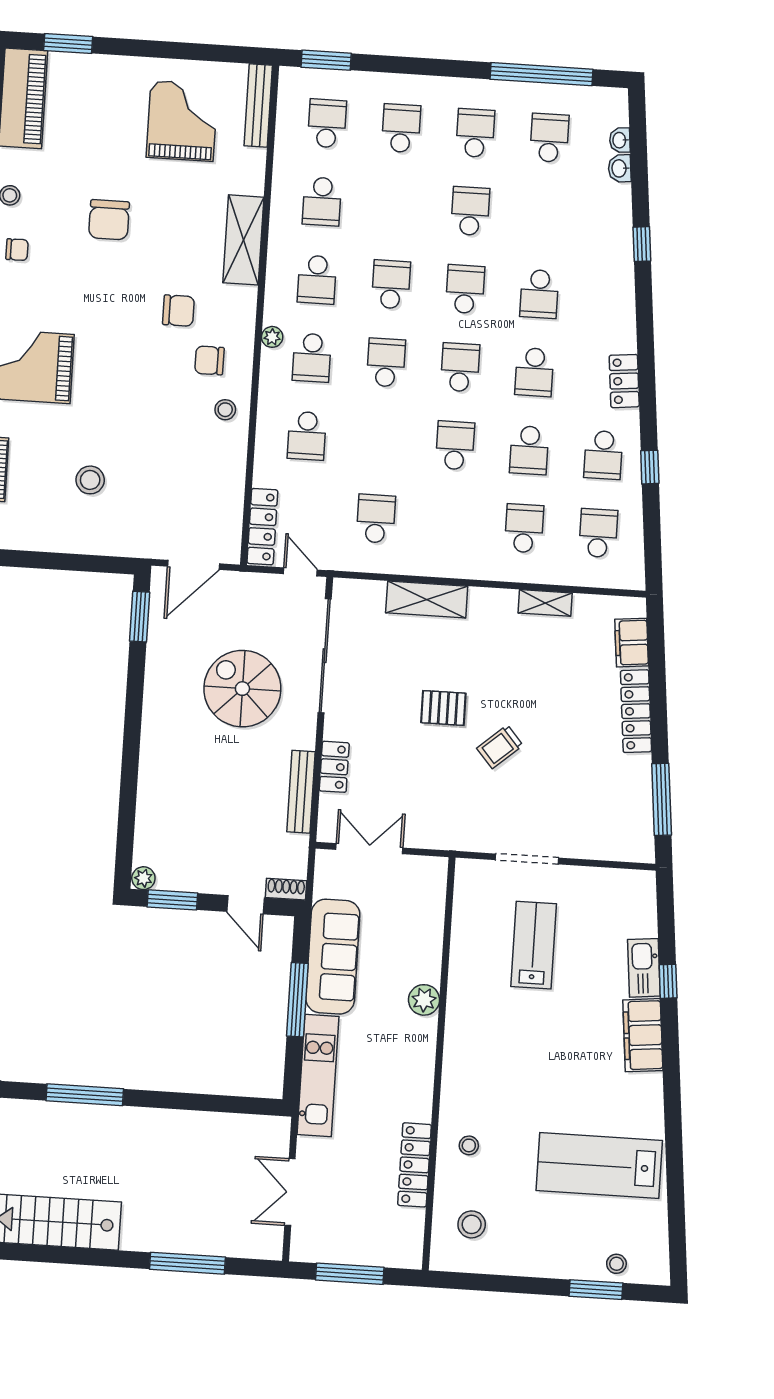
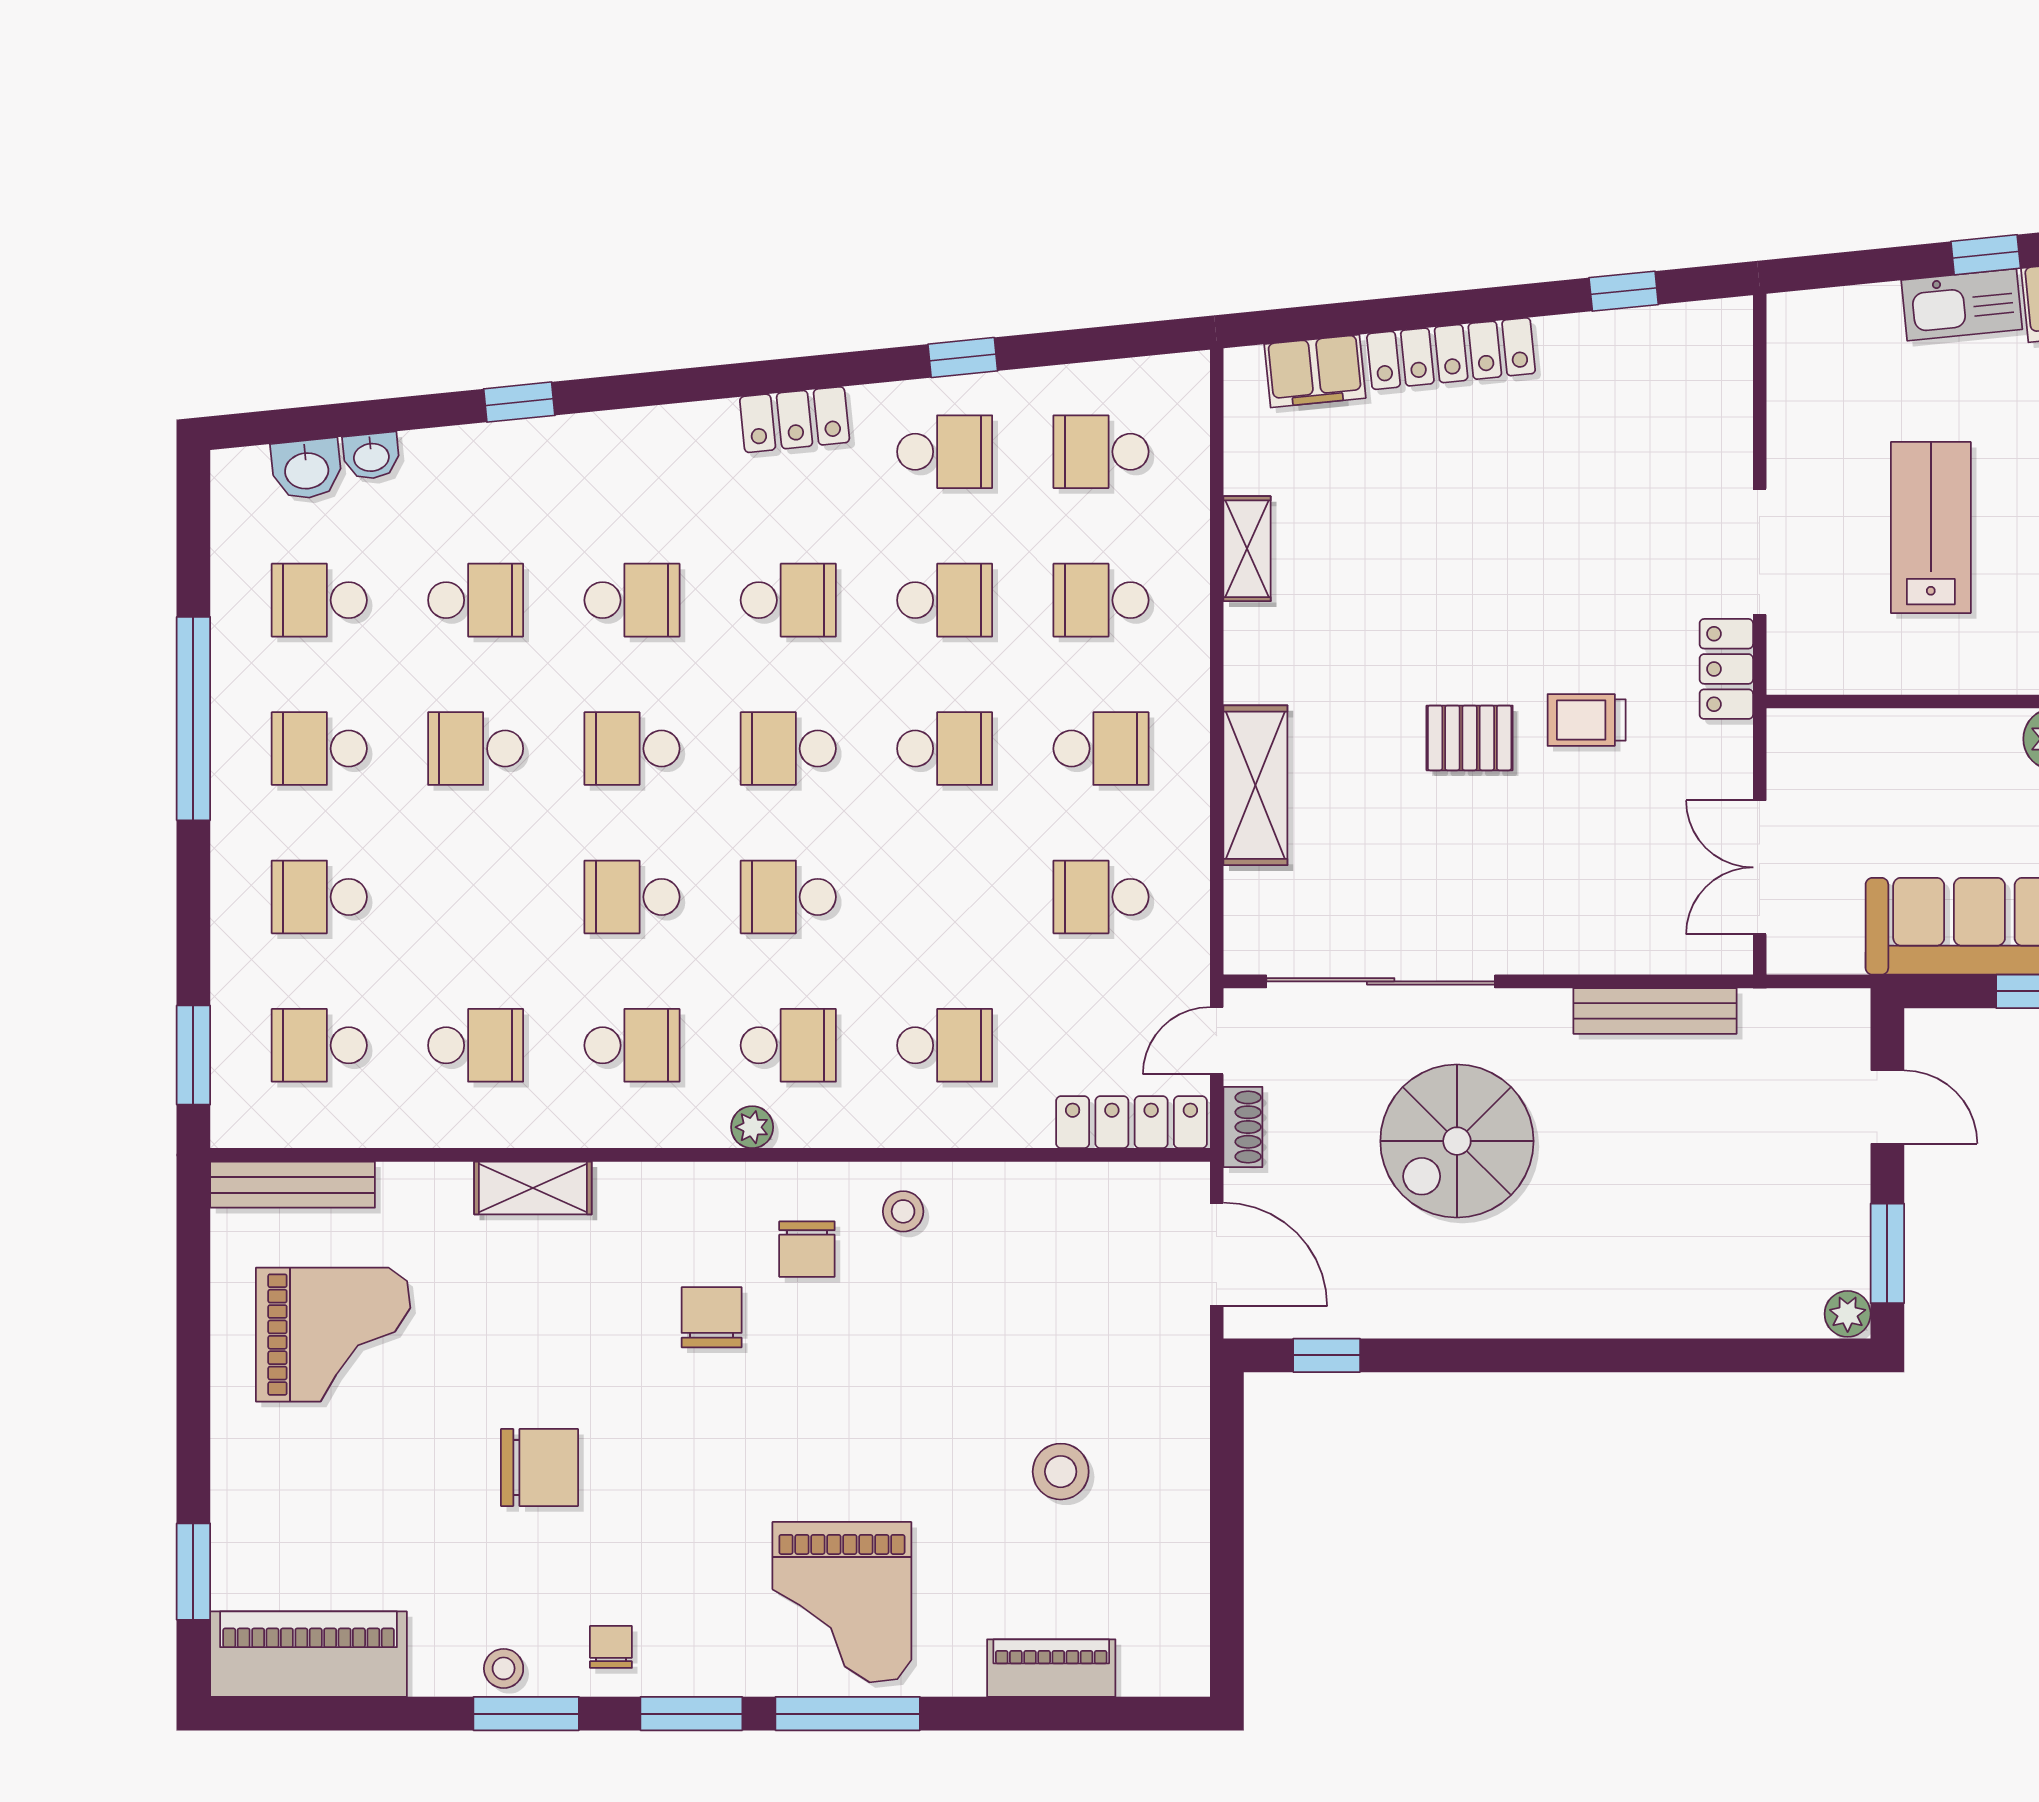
window: (542, 74) -> (193, 719), moved
grand piano: (182, 121) -> (333, 1335), turned 180
washbasin: (620, 140) -> (307, 469), width x1.38, depth x1.45
school desk: (544, 216) -> (476, 600), added
shelving: (243, 240) -> (533, 1188), width x0.67, depth x0.75
school desk: (455, 445) -> (945, 749), turned 180
school desk: (450, 523) -> (1101, 749), added
window: (140, 617) -> (1327, 1355), width x0.67
pallet: (443, 708) -> (1470, 738), turned 90
trolley: (500, 747) -> (1587, 720), moved, turned 131
locker: (334, 767) -> (1726, 669), moved, turned -90
window: (662, 799) -> (1624, 291), width x0.46
shoe rack: (286, 889) -> (1243, 1127), moved, turned 180
door: (246, 905) -> (1887, 1107), hinge flipped
lab bench: (534, 945) -> (1931, 528), turned 90

